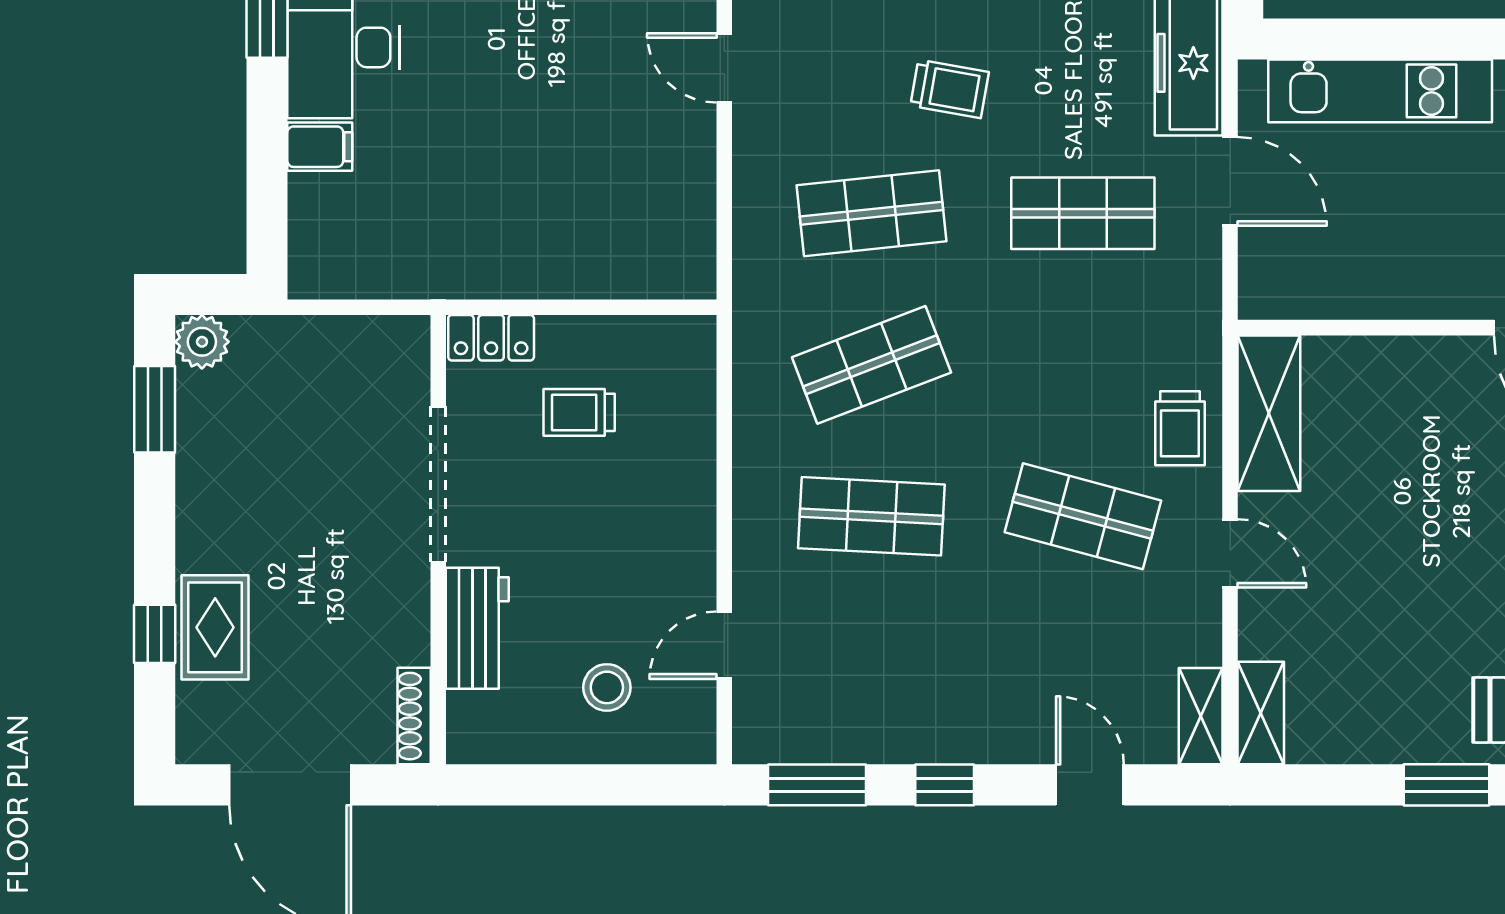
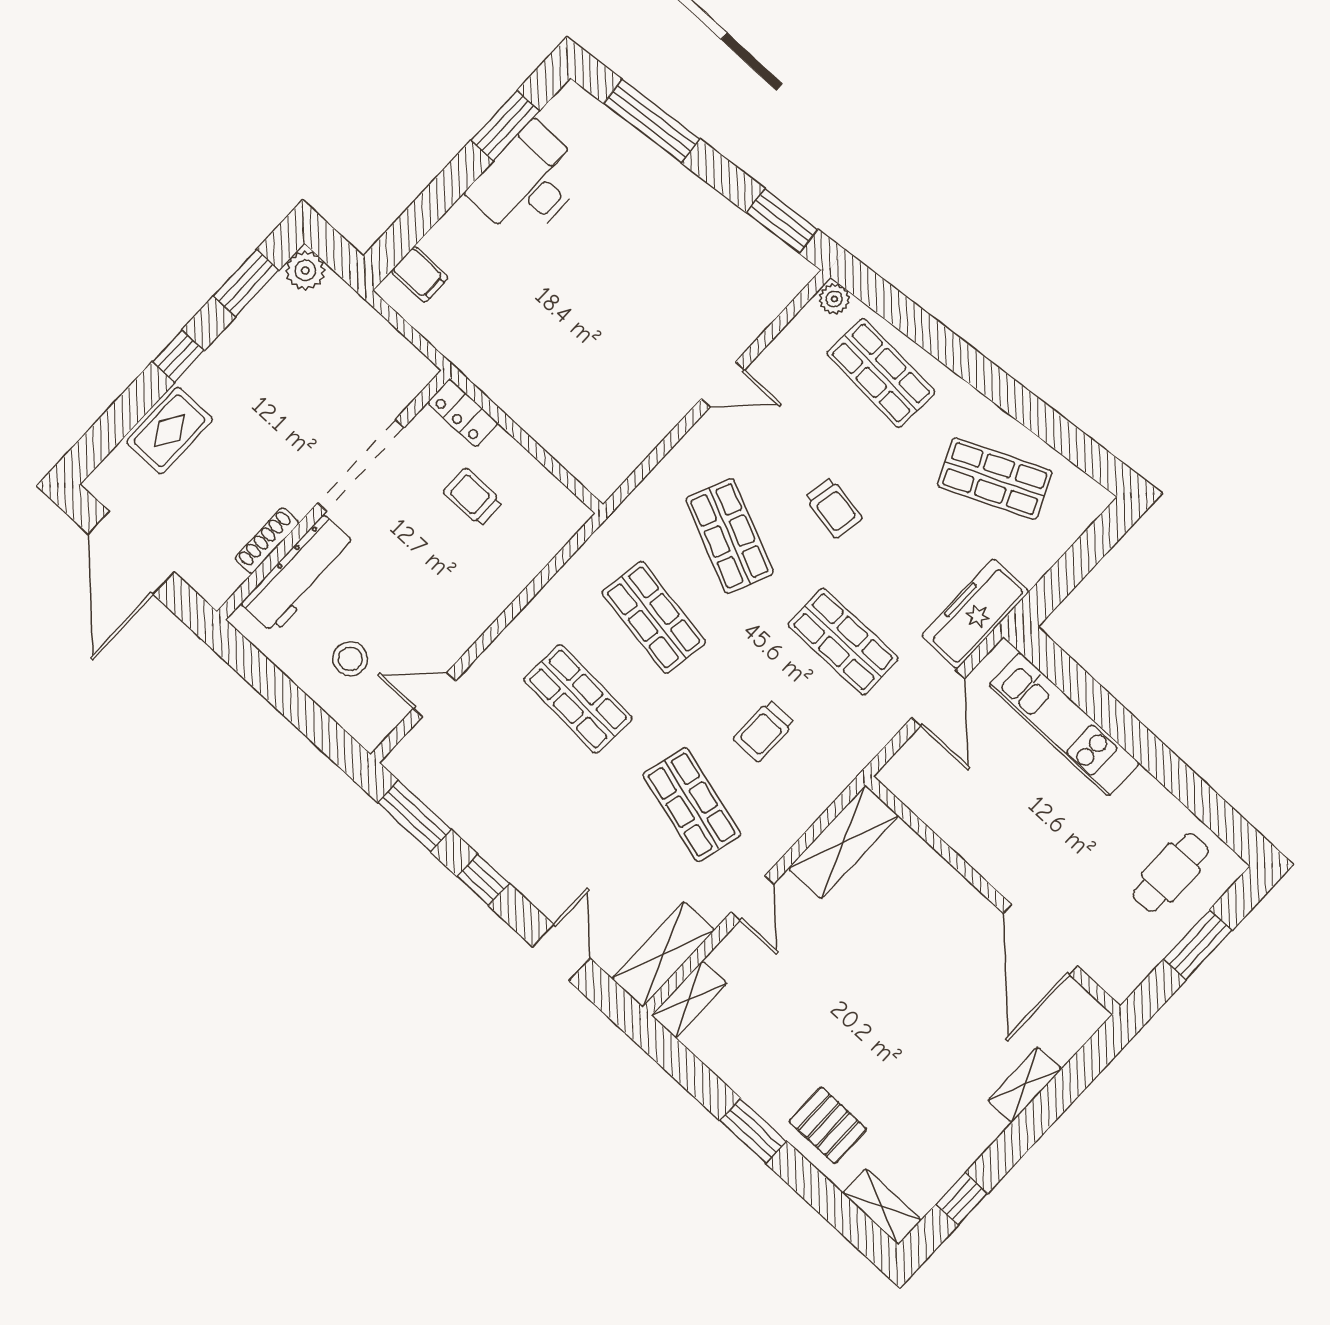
door: (724, 68) -> (723, 384), swing flipped
filing cabinet: (320, 147) -> (420, 274), moved
shop shelf: (871, 213) -> (729, 536), turned 30
shop shelf: (871, 365) -> (654, 617), turned 30
trolley: (1180, 428) -> (764, 731), moved
workbench: (477, 628) -> (299, 574), width x1.38
window: (155, 634) -> (178, 356), moved
shoe rack: (414, 716) -> (267, 541), moved
shelving: (1201, 716) -> (663, 954), width x1.50, depth x1.33

